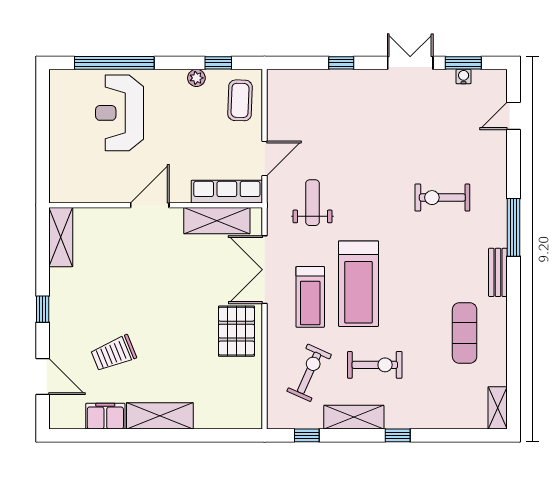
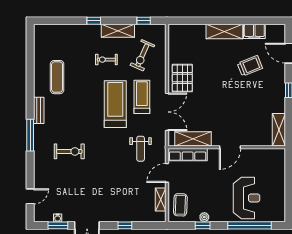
window: (218, 63) -> (203, 225), moved
exercise bike: (375, 365) -> (106, 60), width x0.73, depth x0.72
shelving: (498, 408) -> (161, 200), moved

